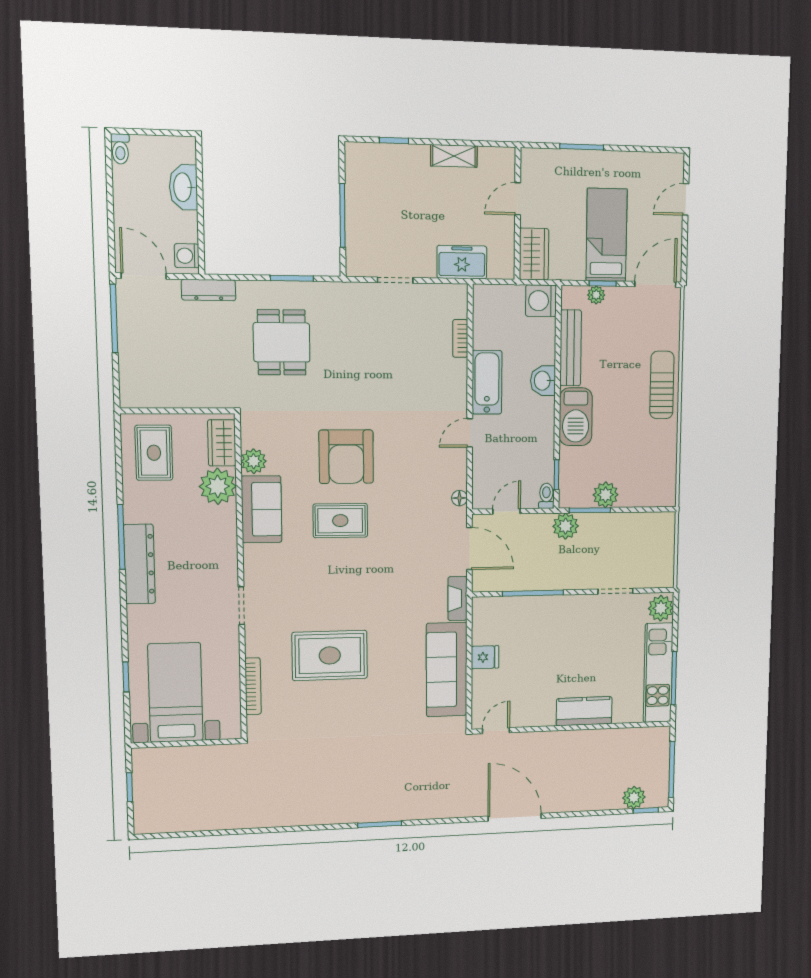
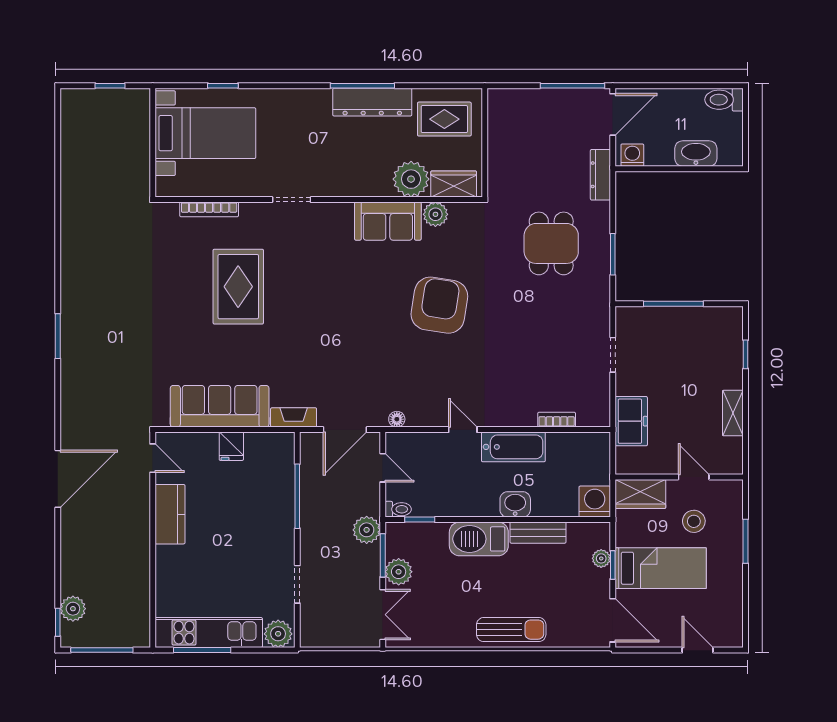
toilet: (120, 149) -> (724, 100), width x1.37, depth x1.39
stool: (561, 200) -> (694, 521), added
dining table: (282, 342) -> (551, 243), turned 90
bench: (571, 348) -> (538, 533), width x0.73
armchair: (346, 457) -> (439, 305), turned 99
double door: (645, 510) -> (383, 615), added
rug: (340, 521) -> (376, 299), removed
dresser: (139, 564) -> (372, 102), moved
kitchen counter: (584, 711) -> (170, 514), moved

